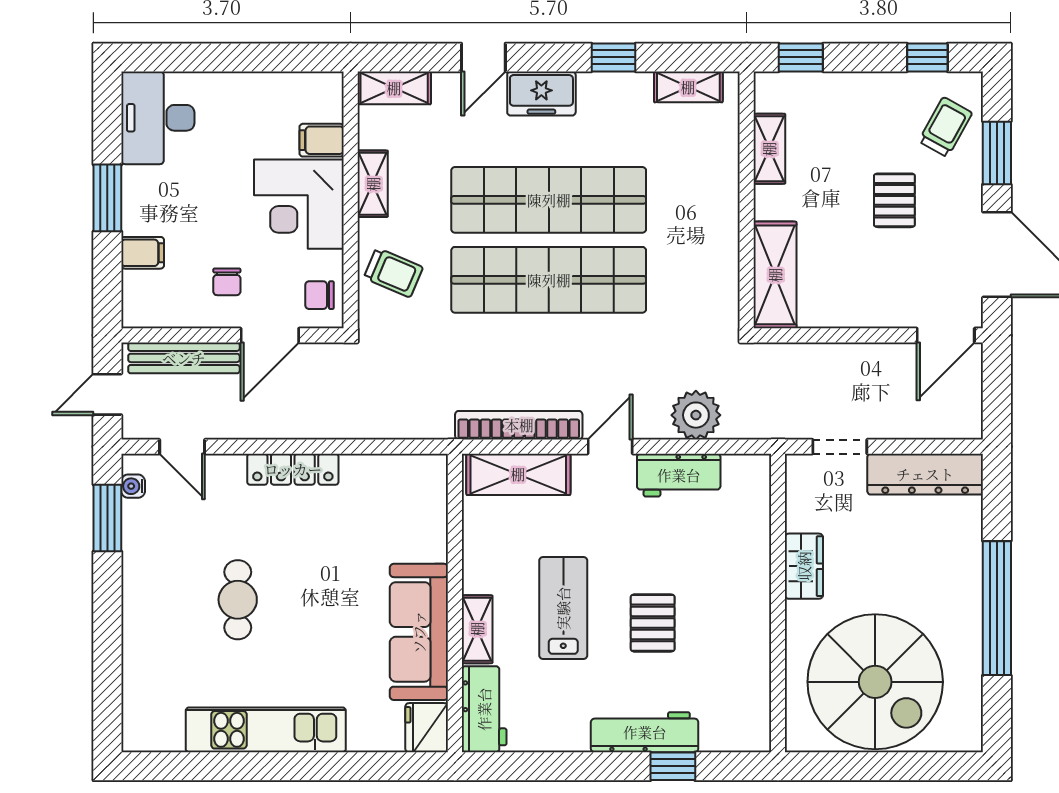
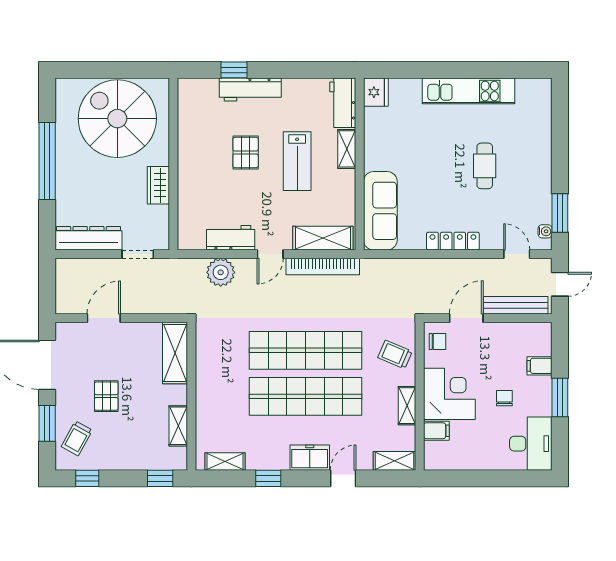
chair: (227, 282) -> (504, 398), moved
door: (946, 335) -> (104, 318), moved
sofa: (419, 632) -> (380, 211), moved

